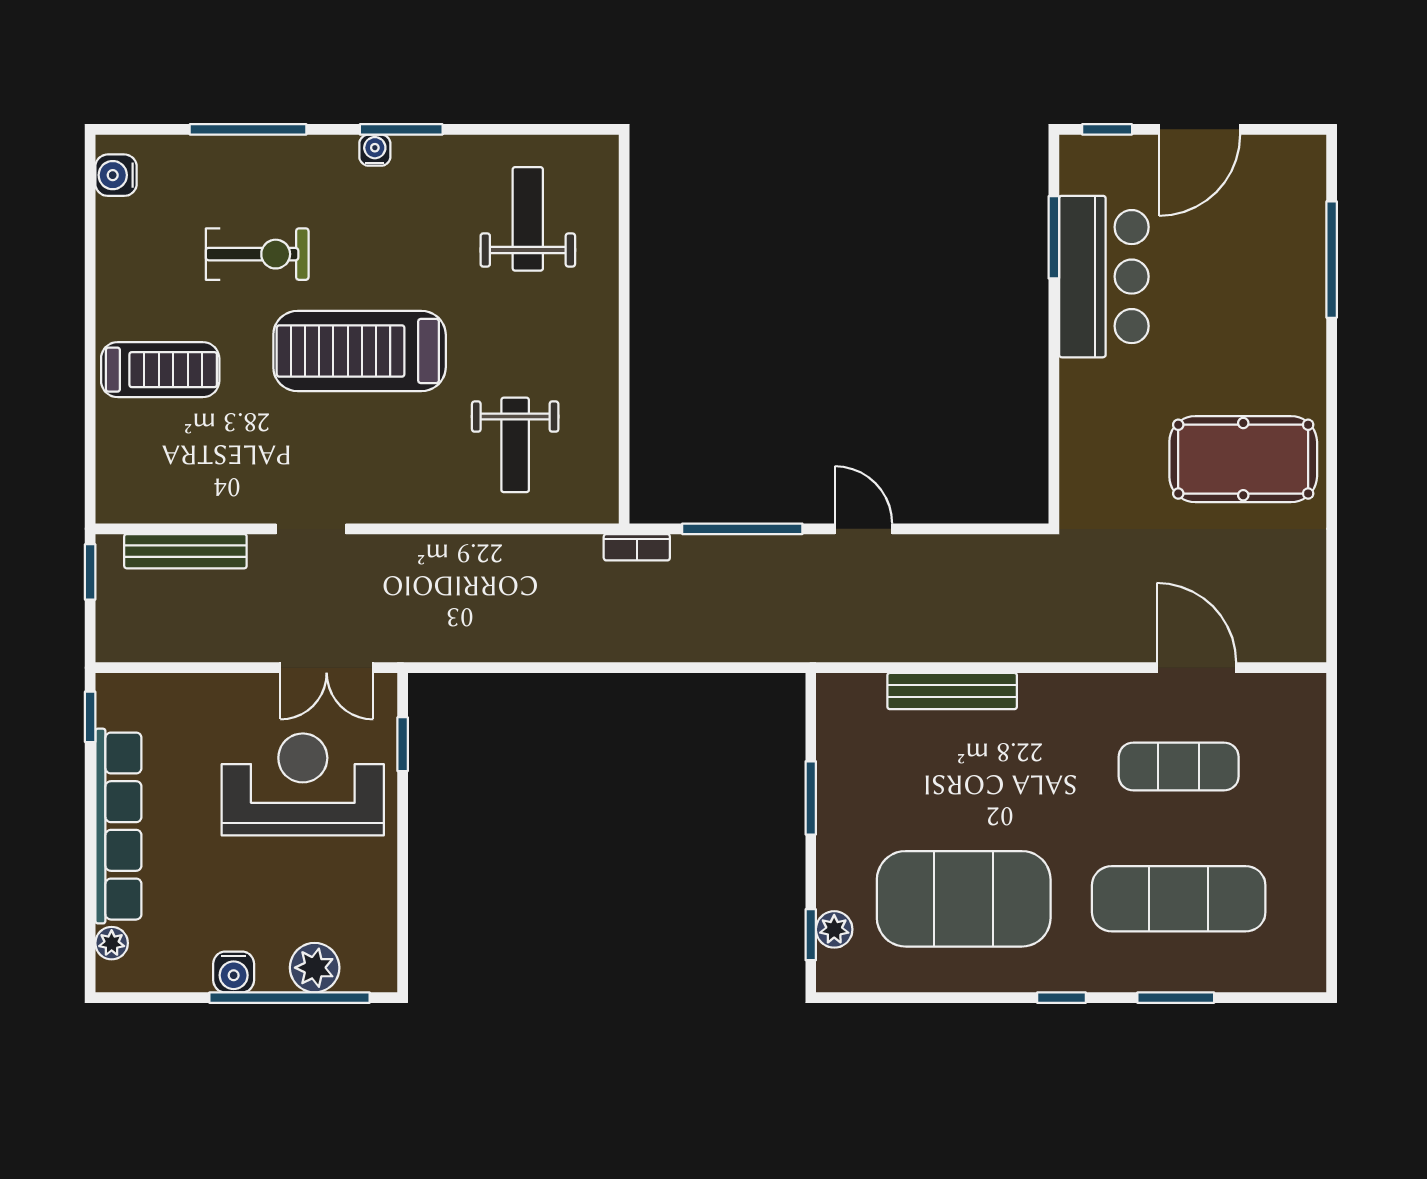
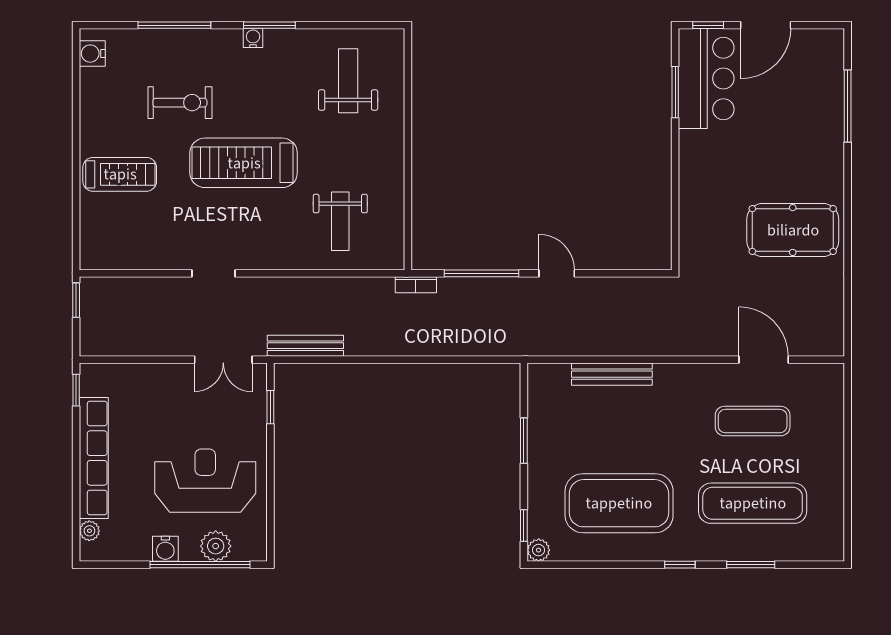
bar counter: (1104, 277) -> (706, 78), moved
bench: (185, 551) -> (305, 346), moved
reception desk: (303, 784) -> (205, 481), moved
plant: (834, 929) -> (539, 550), moved

